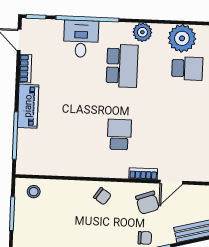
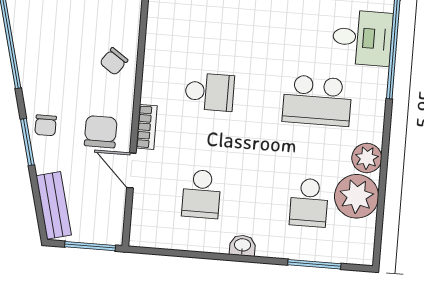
plant: (142, 32) -> (367, 158), moved
school desk: (184, 137) -> (201, 194), added
chair: (147, 203) -> (101, 132), turned 109

